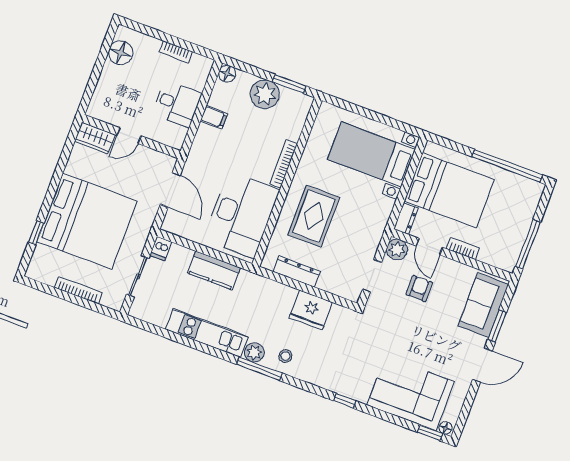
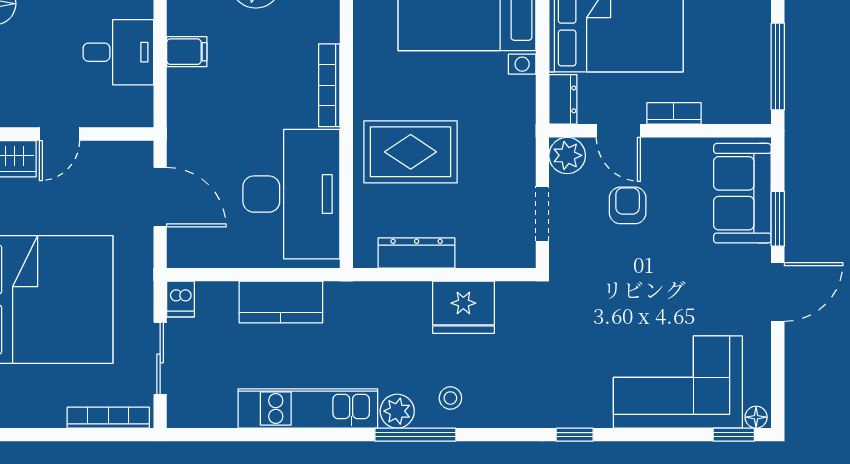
rug: (314, 216) -> (411, 152), turned 90
bookcase: (78, 290) -> (108, 418), moved

